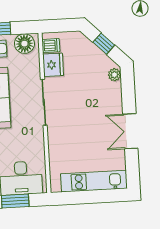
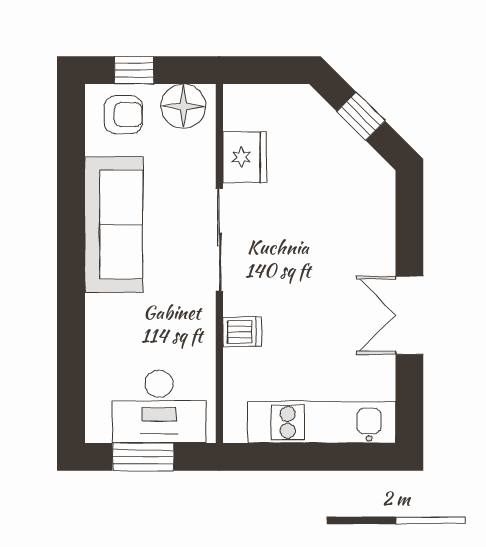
dishwasher: (51, 46) -> (242, 332), moved
plant: (115, 75) -> (381, 187), removed

